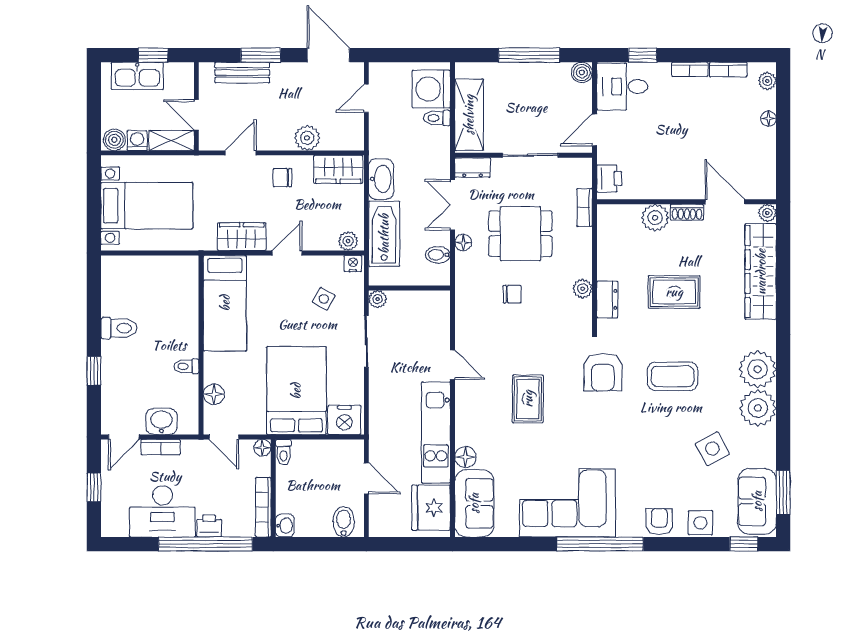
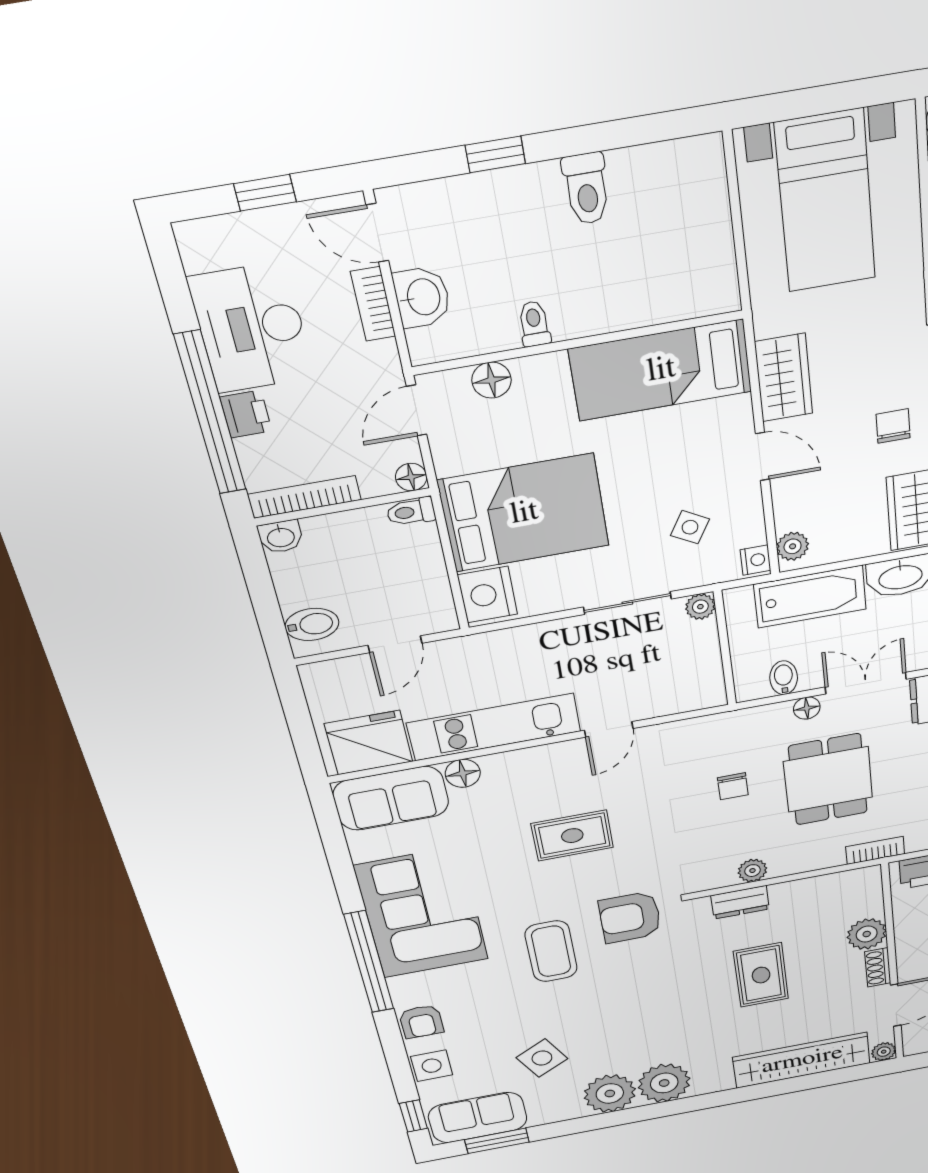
coffee table: (673, 376) -> (551, 951), moved
armchair: (659, 521) -> (421, 1022), turned 90

